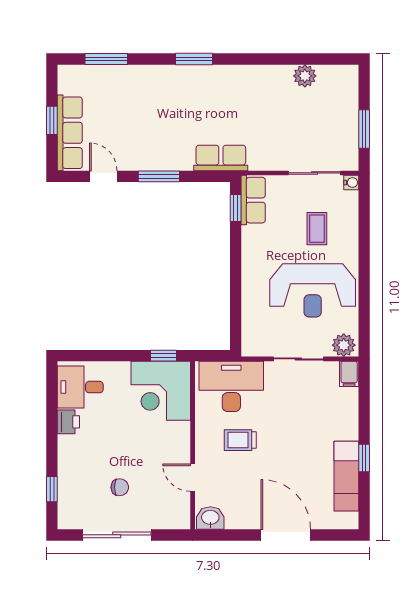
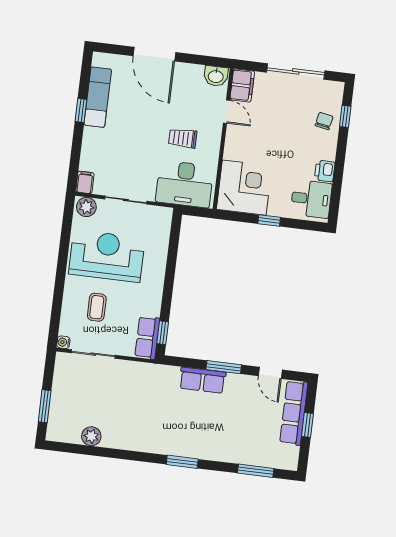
window: (364, 129) -> (45, 406), moved
row of seats: (221, 158) -> (202, 380), moved
window: (163, 356) -> (269, 220), moved
trolley: (240, 440) -> (183, 138), turned 180
chair: (120, 487) -> (324, 121), moved, turned 101
filing cabinet: (178, 511) -> (242, 85), added

